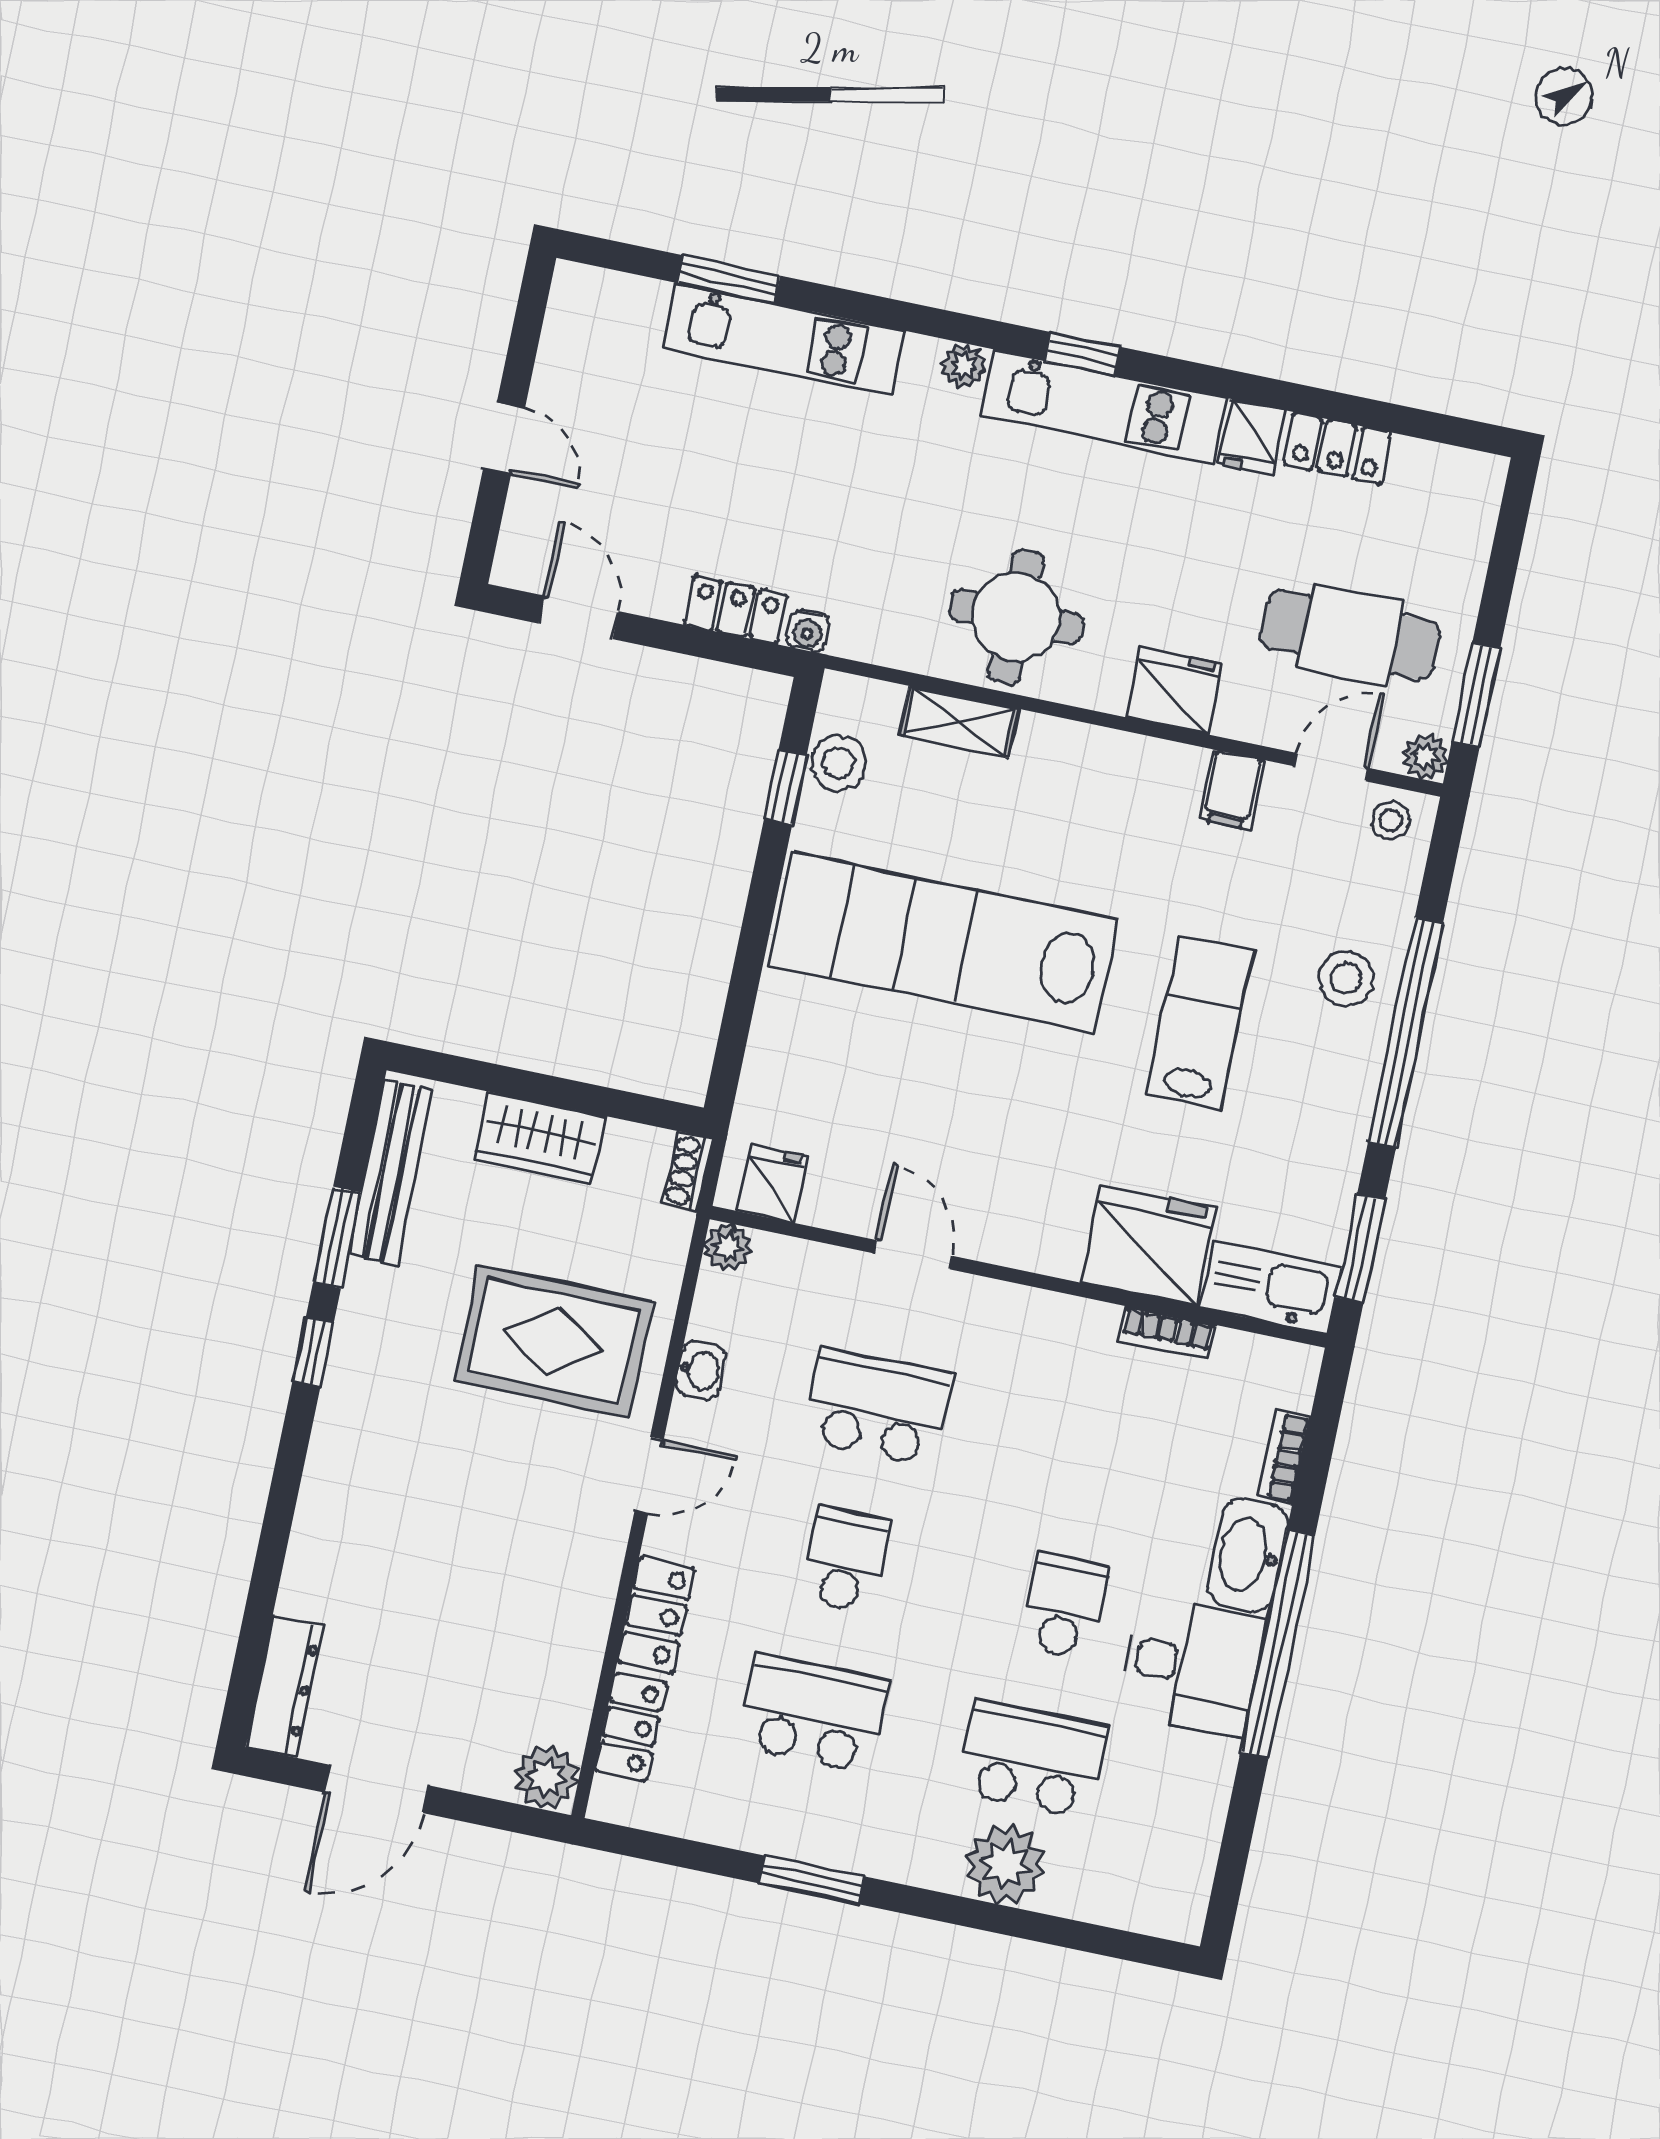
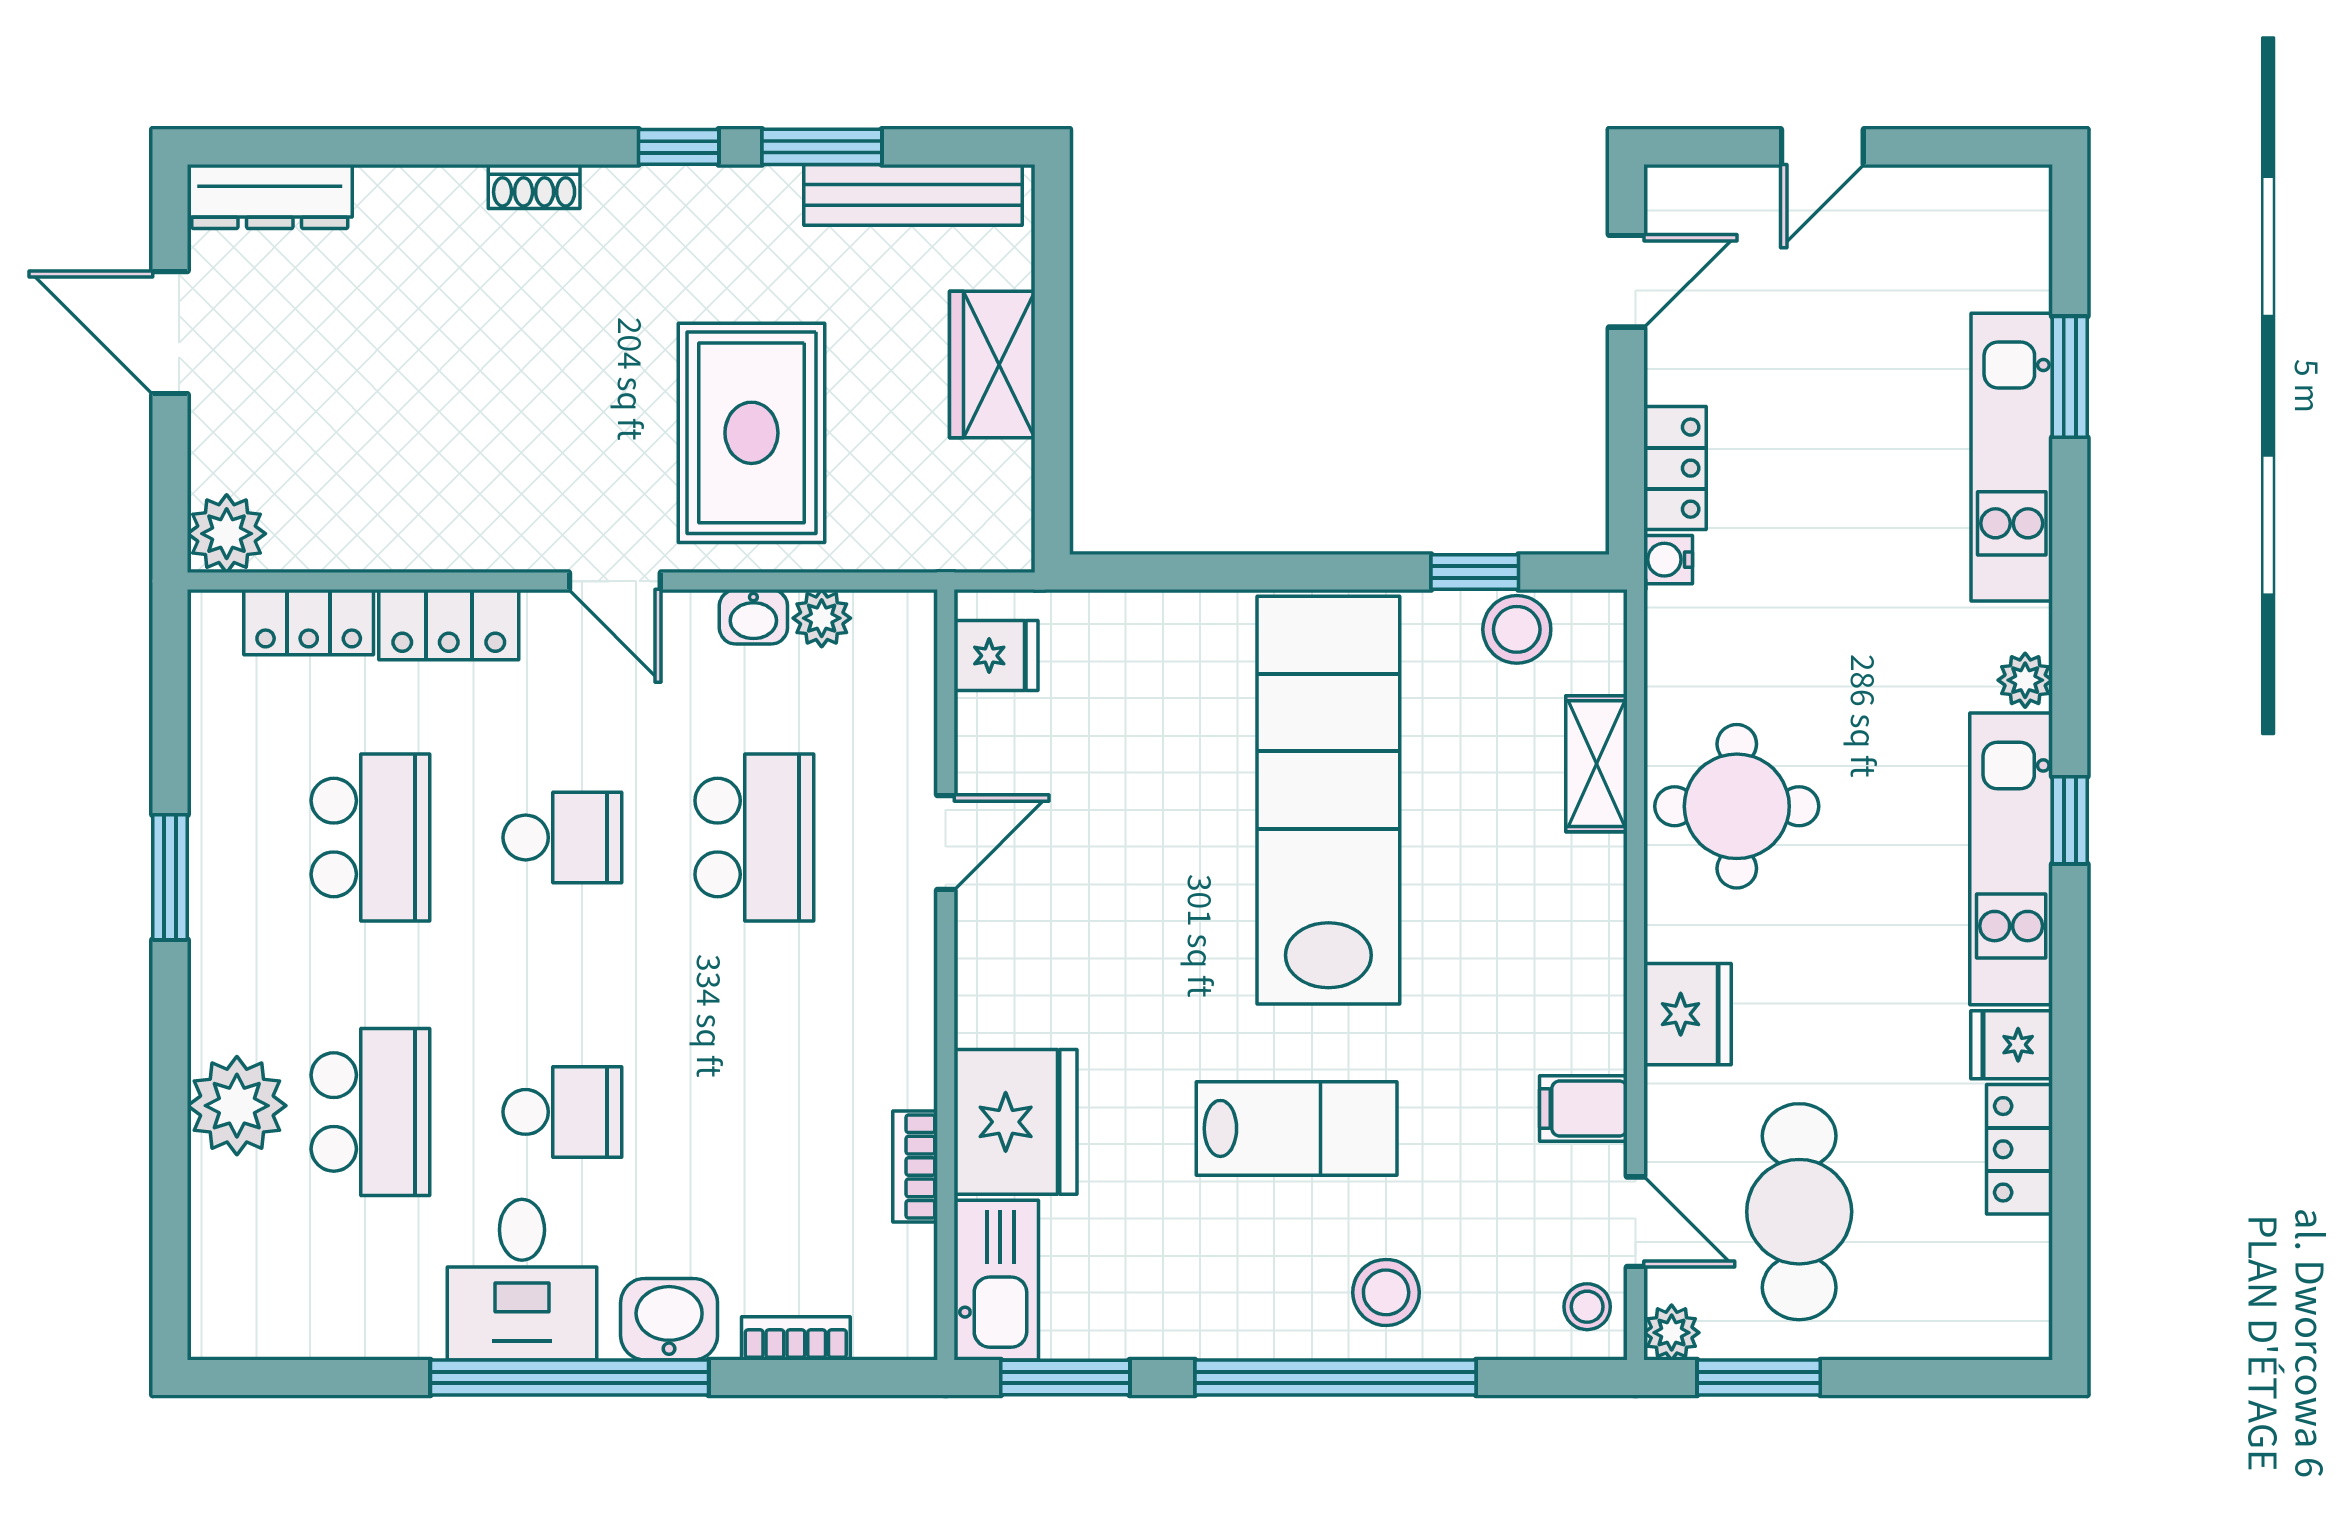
shoe rack: (687, 1171) -> (534, 186), moved, turned 180
plant: (728, 1247) -> (822, 618), moved
washbasin: (1248, 1555) -> (669, 1319), width x0.72

